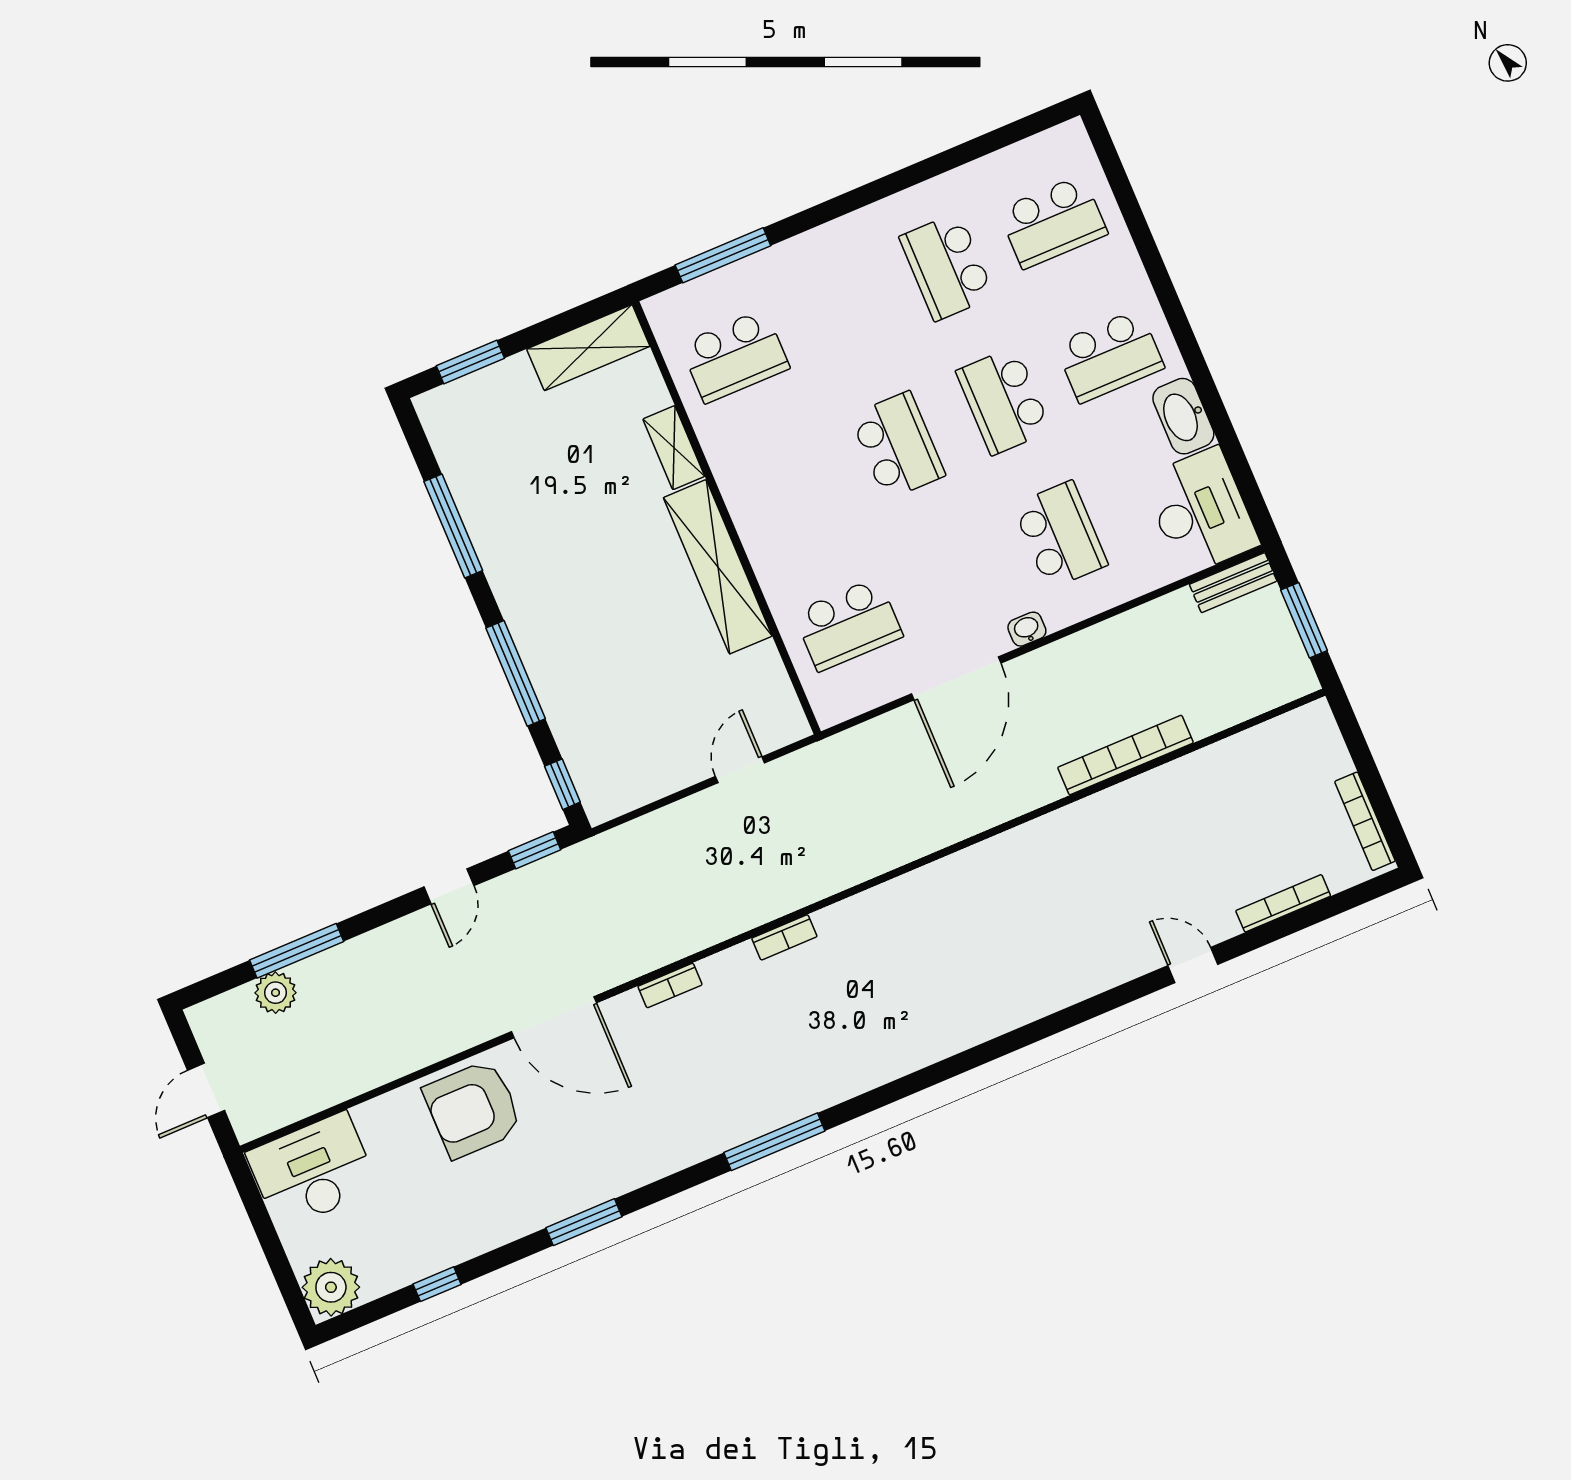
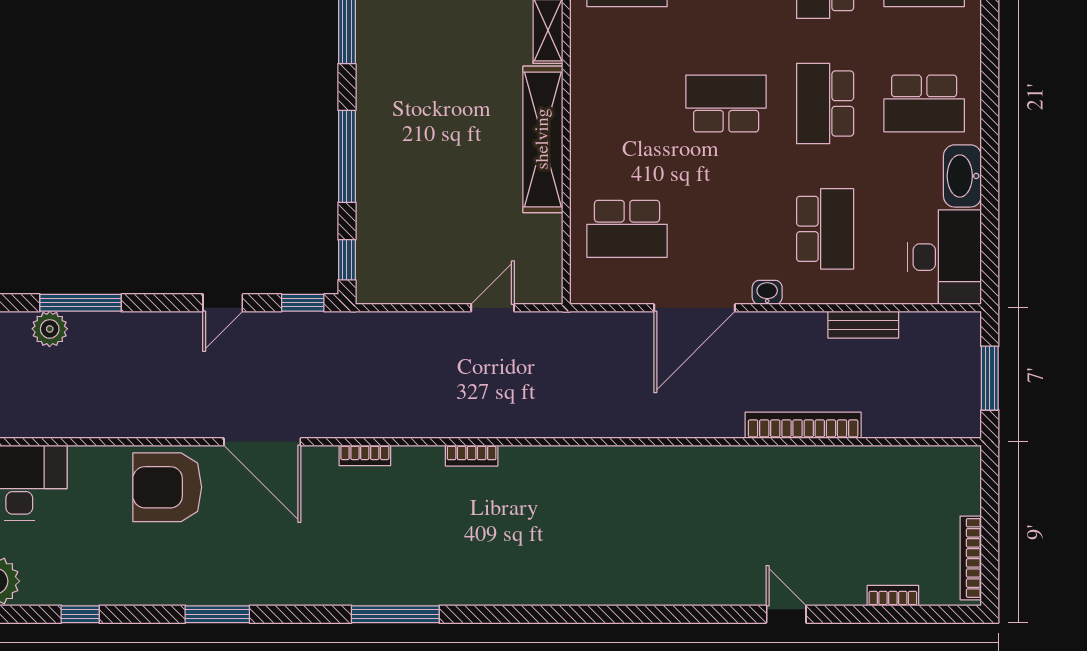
school desk: (898, 446) -> (726, 104), turned -90
bench: (1233, 583) -> (863, 325), moved
bookcase: (1283, 903) -> (893, 596), width x0.64

